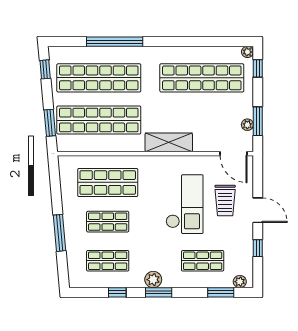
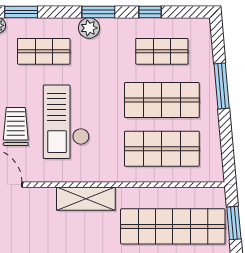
shop shelf: (108, 222) -> (162, 100), width x1.43, depth x1.36
plant: (153, 280) -> (89, 28), moved

